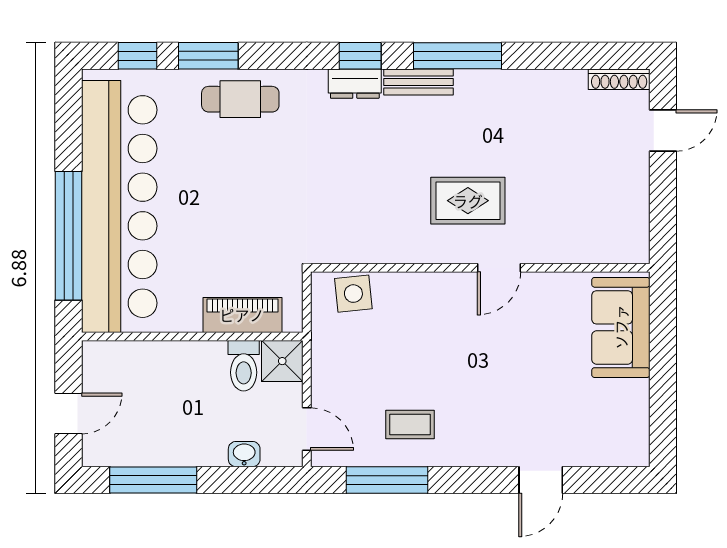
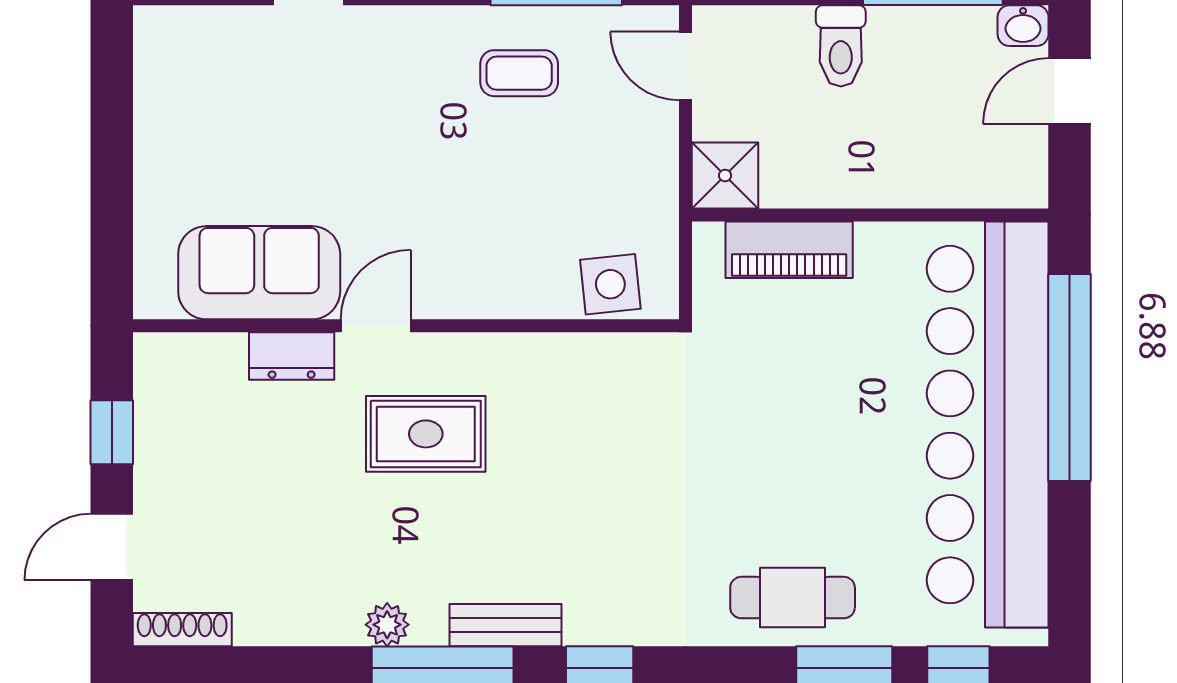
plant: (492, 82) -> (387, 625), added
dresser: (355, 84) -> (292, 356), moved, turned 180
window: (663, 202) -> (112, 432), added
sofa: (621, 327) -> (259, 273), moved, turned -90
toilet: (244, 366) -> (841, 46), moved, turned 180
washbasin: (244, 454) -> (1023, 26), moved

